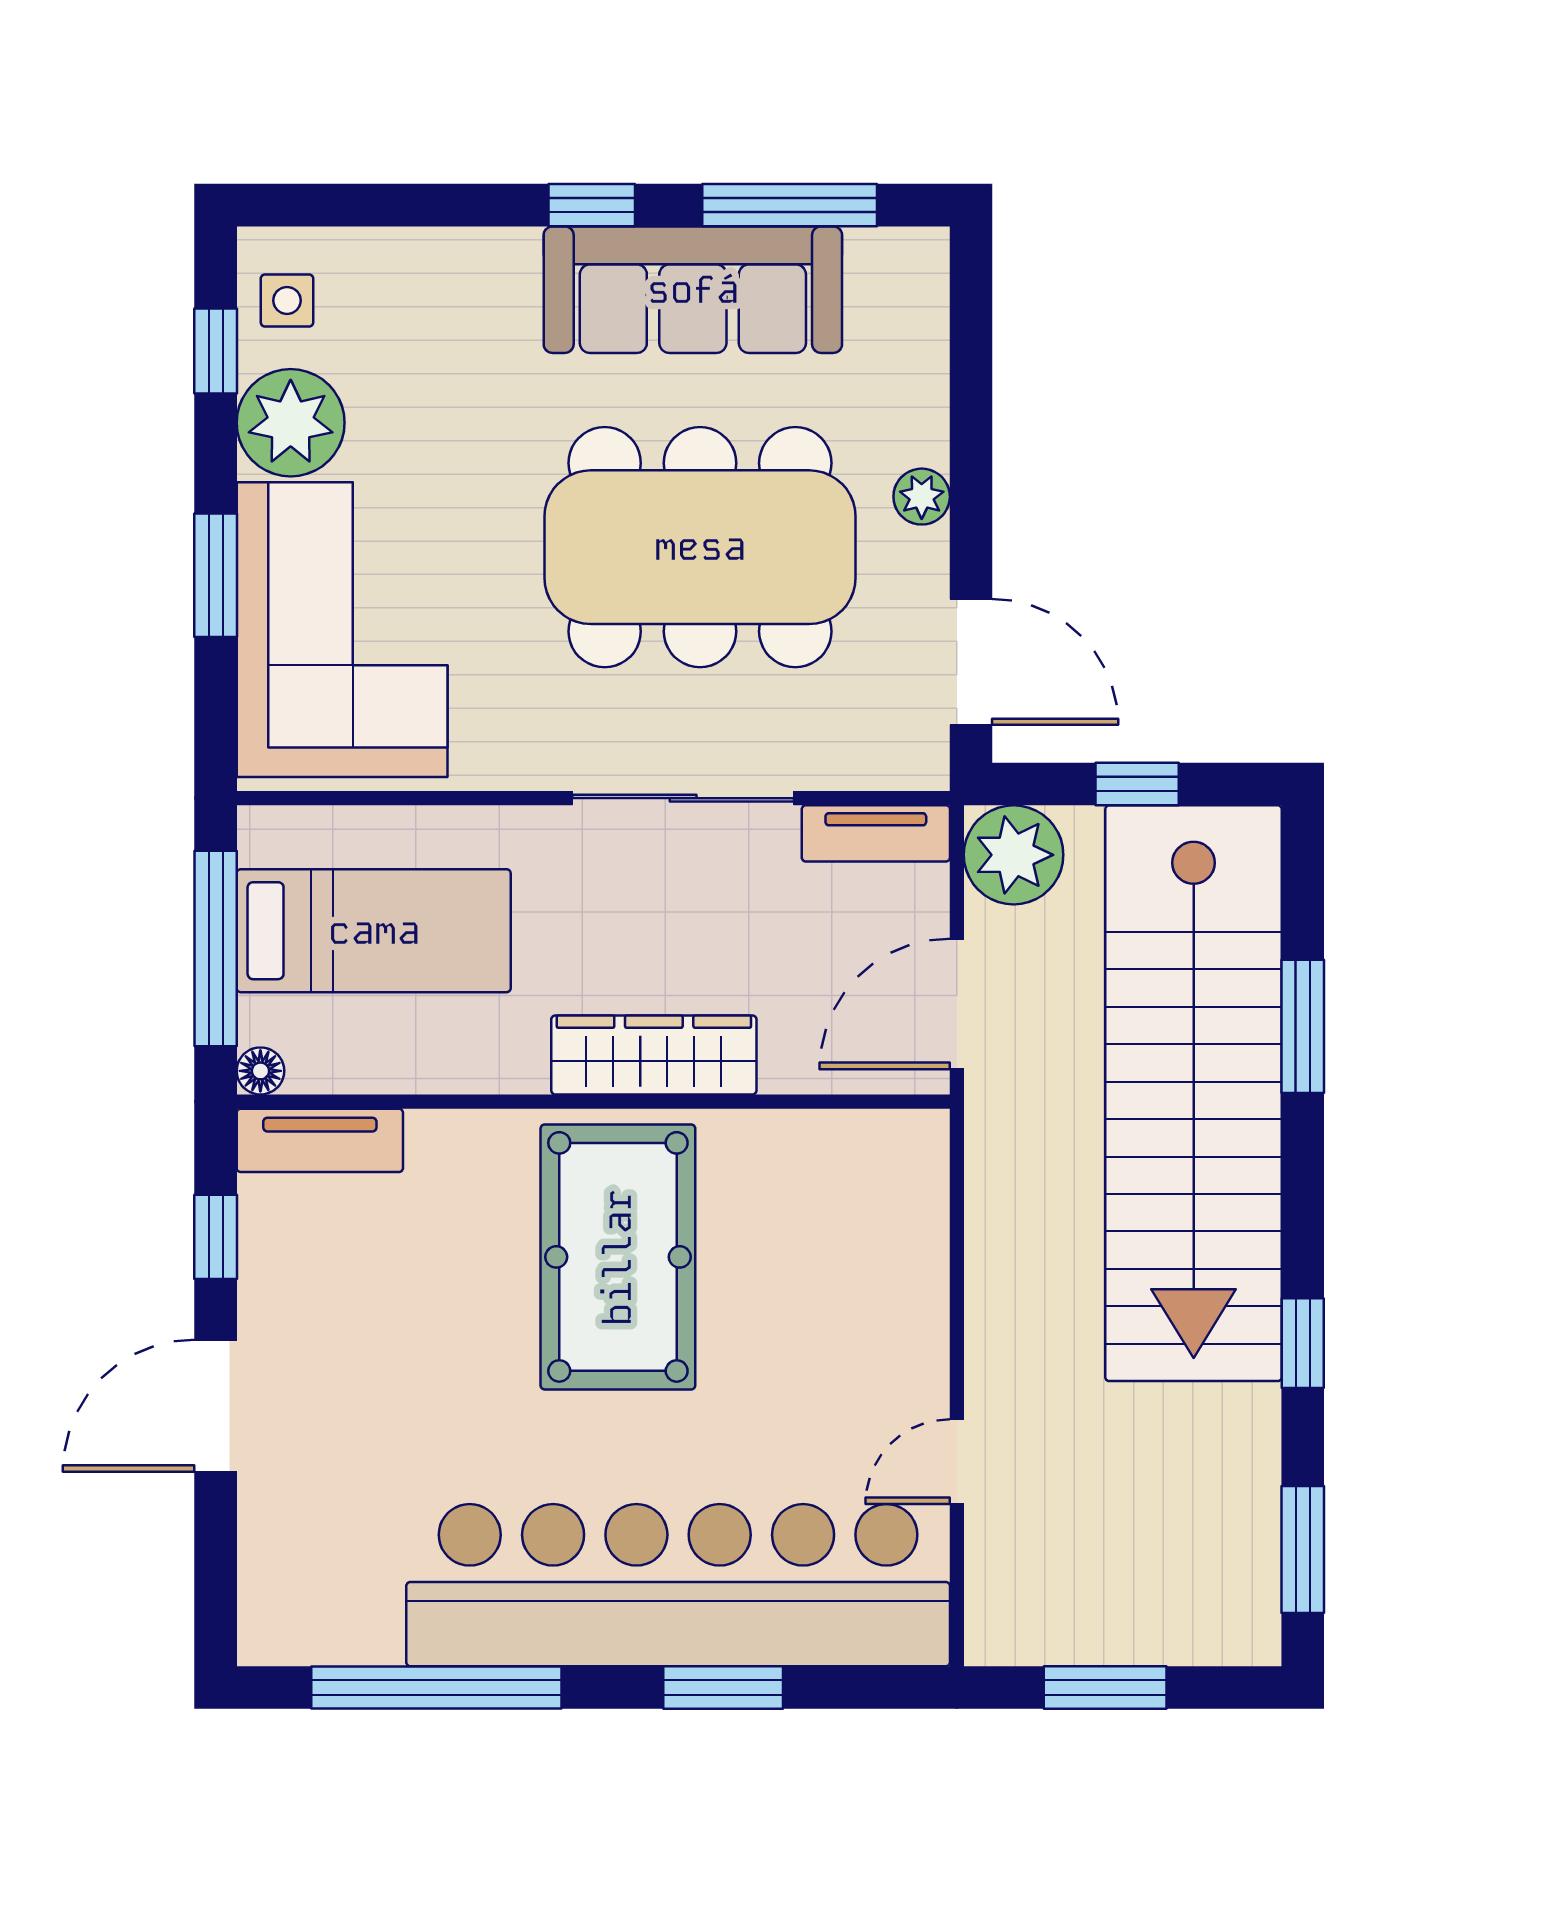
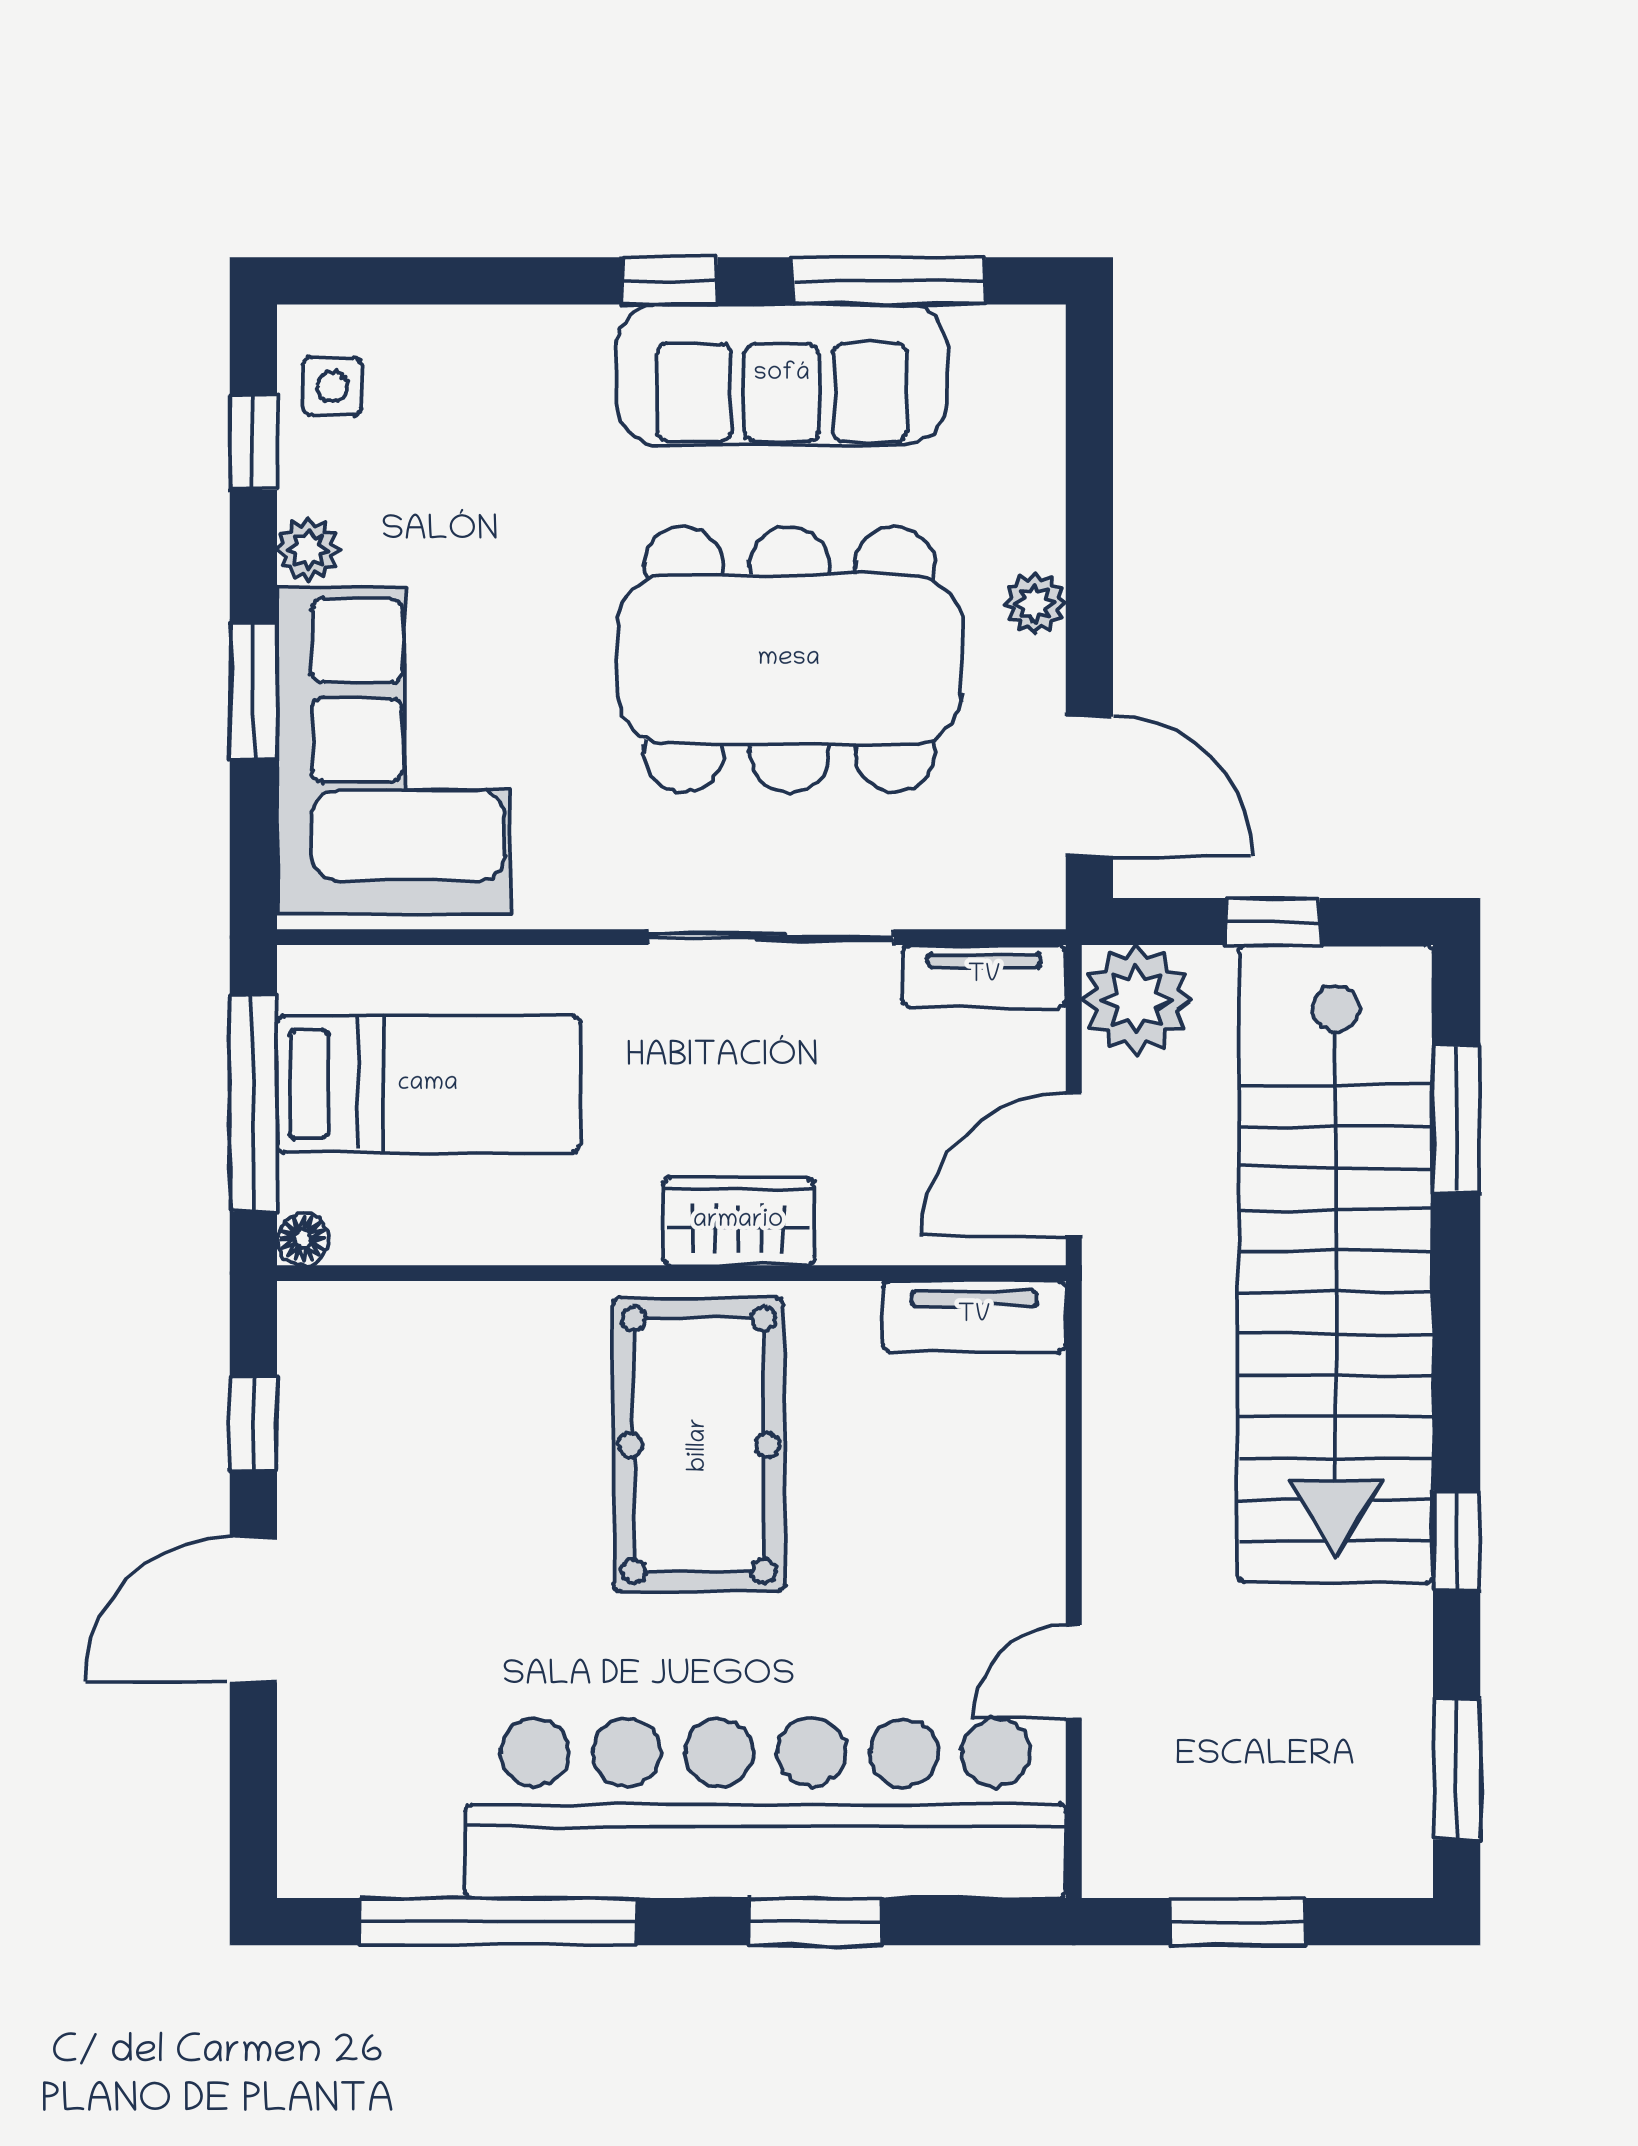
plant: (291, 423) -> (309, 549), width x0.53, depth x0.53
window: (1303, 1026) -> (1457, 1119), moved
wardrobe: (654, 1055) -> (738, 1221), width x0.67
tv unit: (320, 1140) -> (974, 1316), moved

